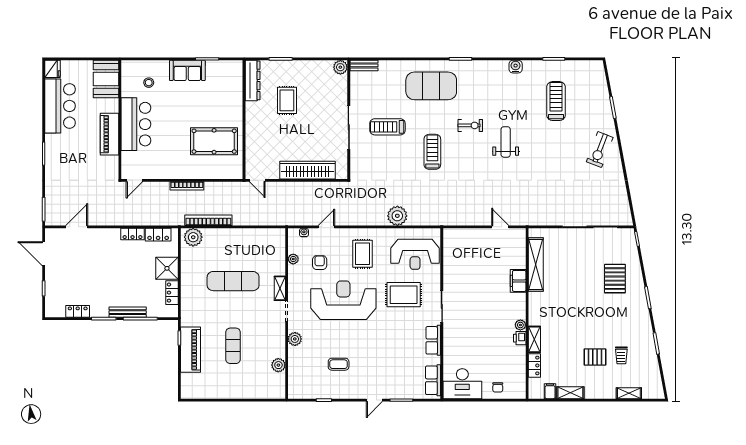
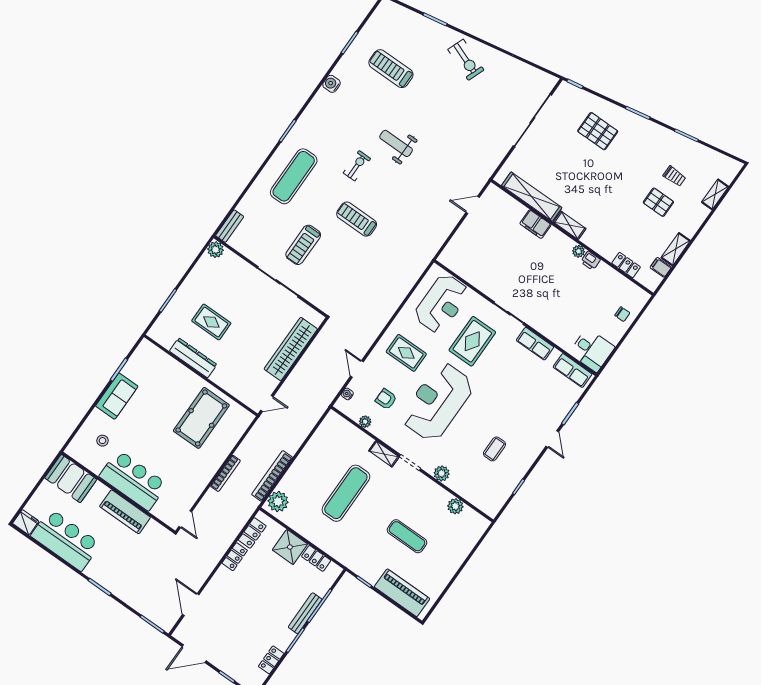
dresser: (253, 80) -> (193, 358), moved
exercise mat: (431, 86) -> (294, 176), width x0.68
plant: (397, 216) -> (394, 295), removed
shelving: (534, 339) -> (570, 225), moved
piano: (191, 350) -> (402, 593), moved
pallet: (595, 357) -> (658, 202), turned 90
desk: (462, 384) -> (592, 350), width x0.73

